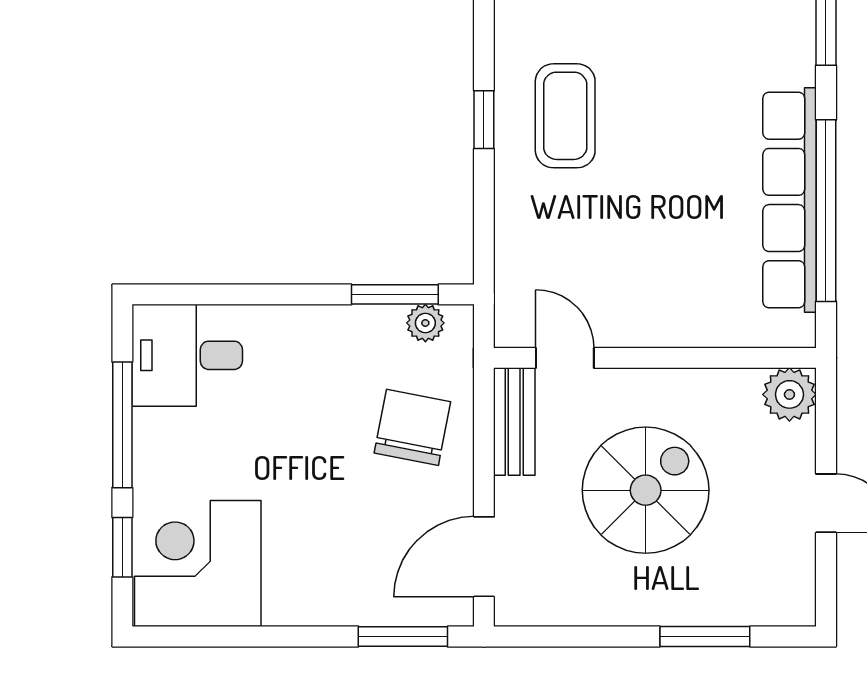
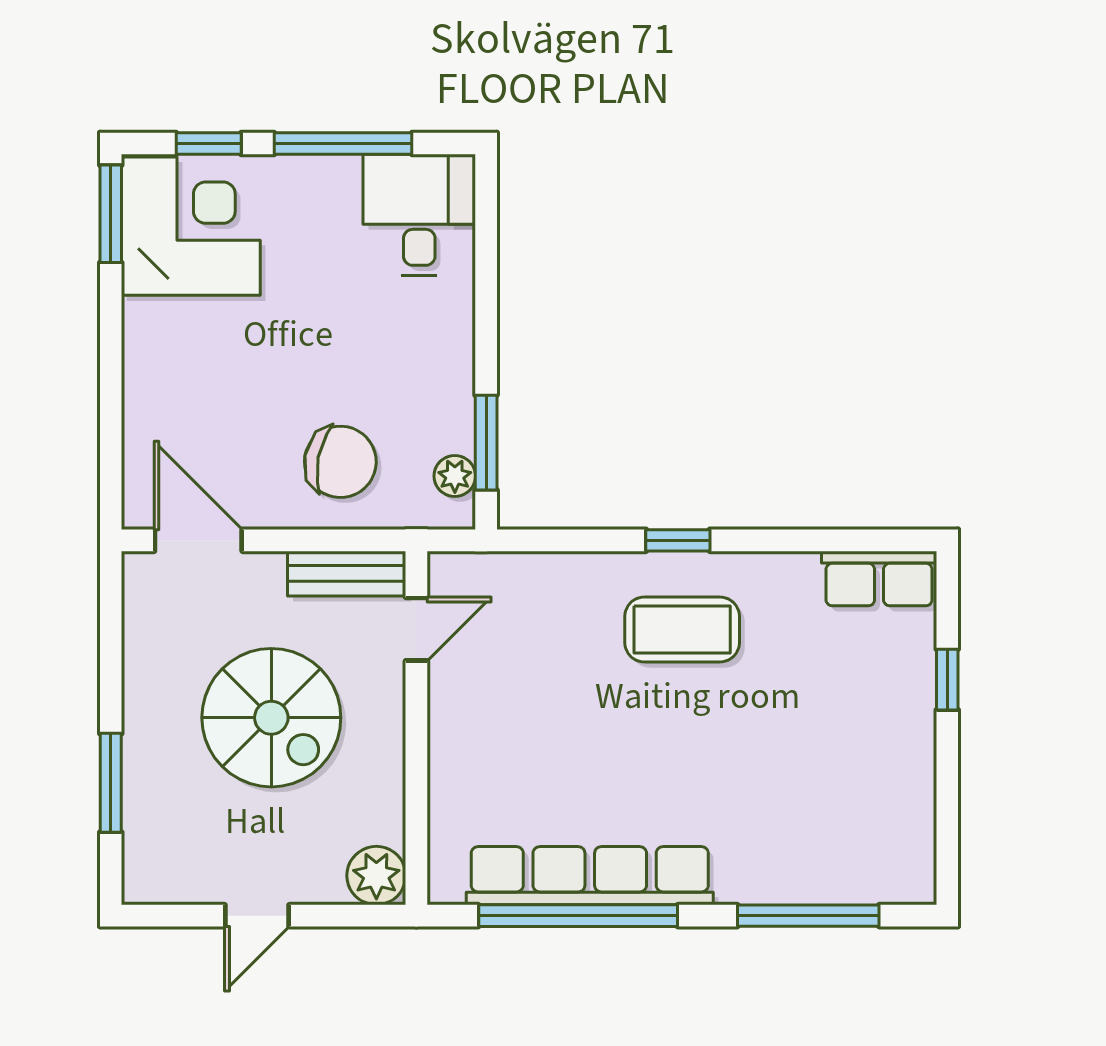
window: (403, 636) -> (111, 214), moved

